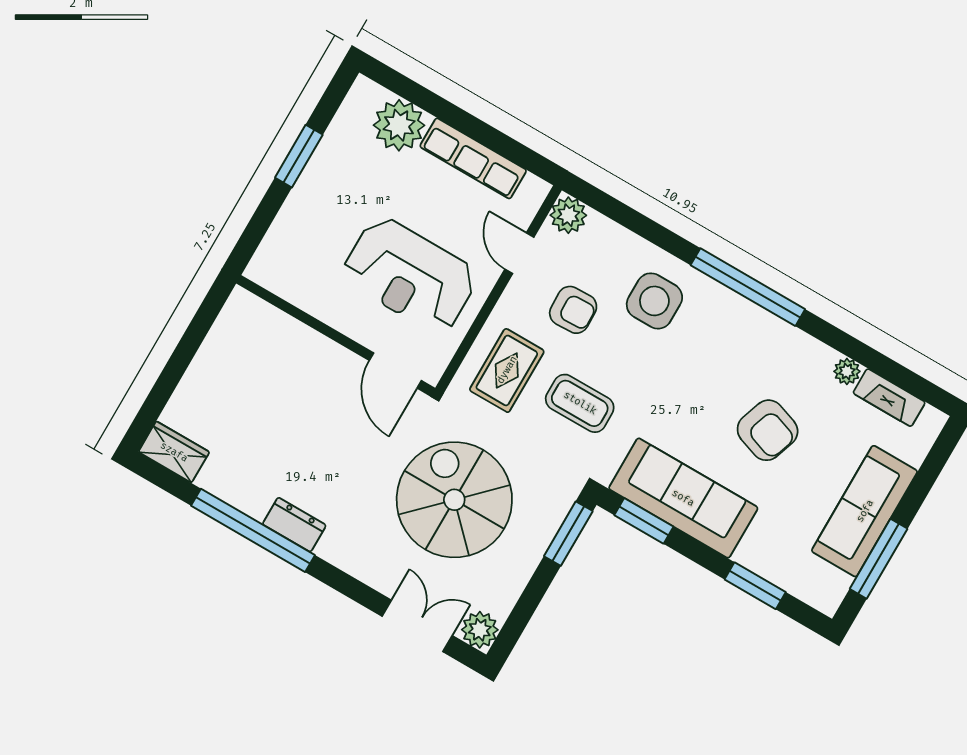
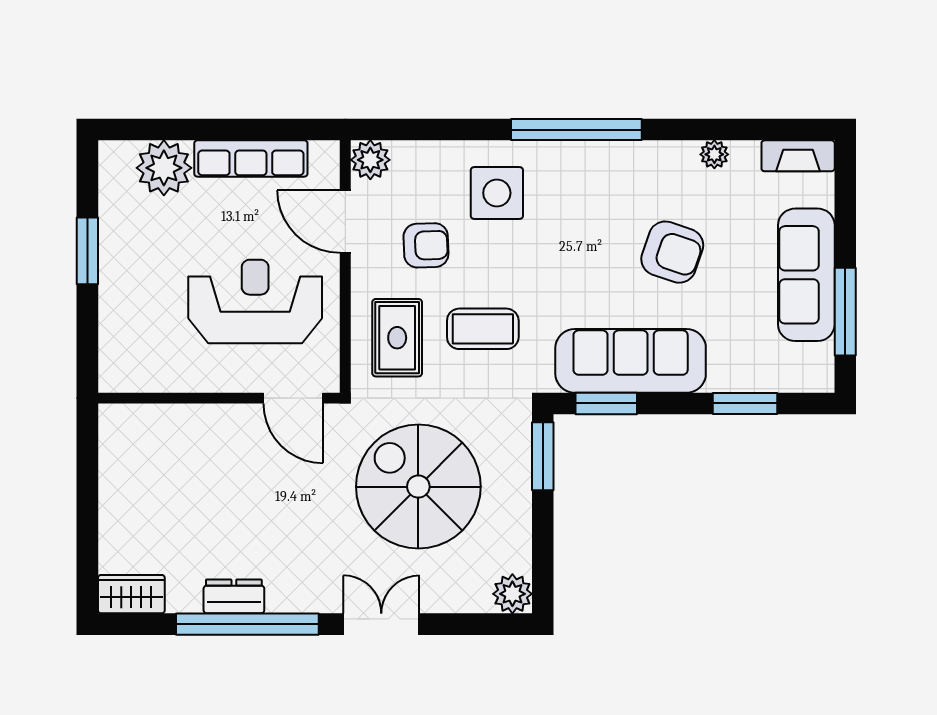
door: (519, 253) -> (345, 222), width x1.38
reception desk: (410, 275) -> (255, 302), turned 180
fireplace: (889, 398) -> (798, 156), moved
dresser: (294, 525) -> (234, 596), moved
double door: (417, 626) -> (381, 624), moved

